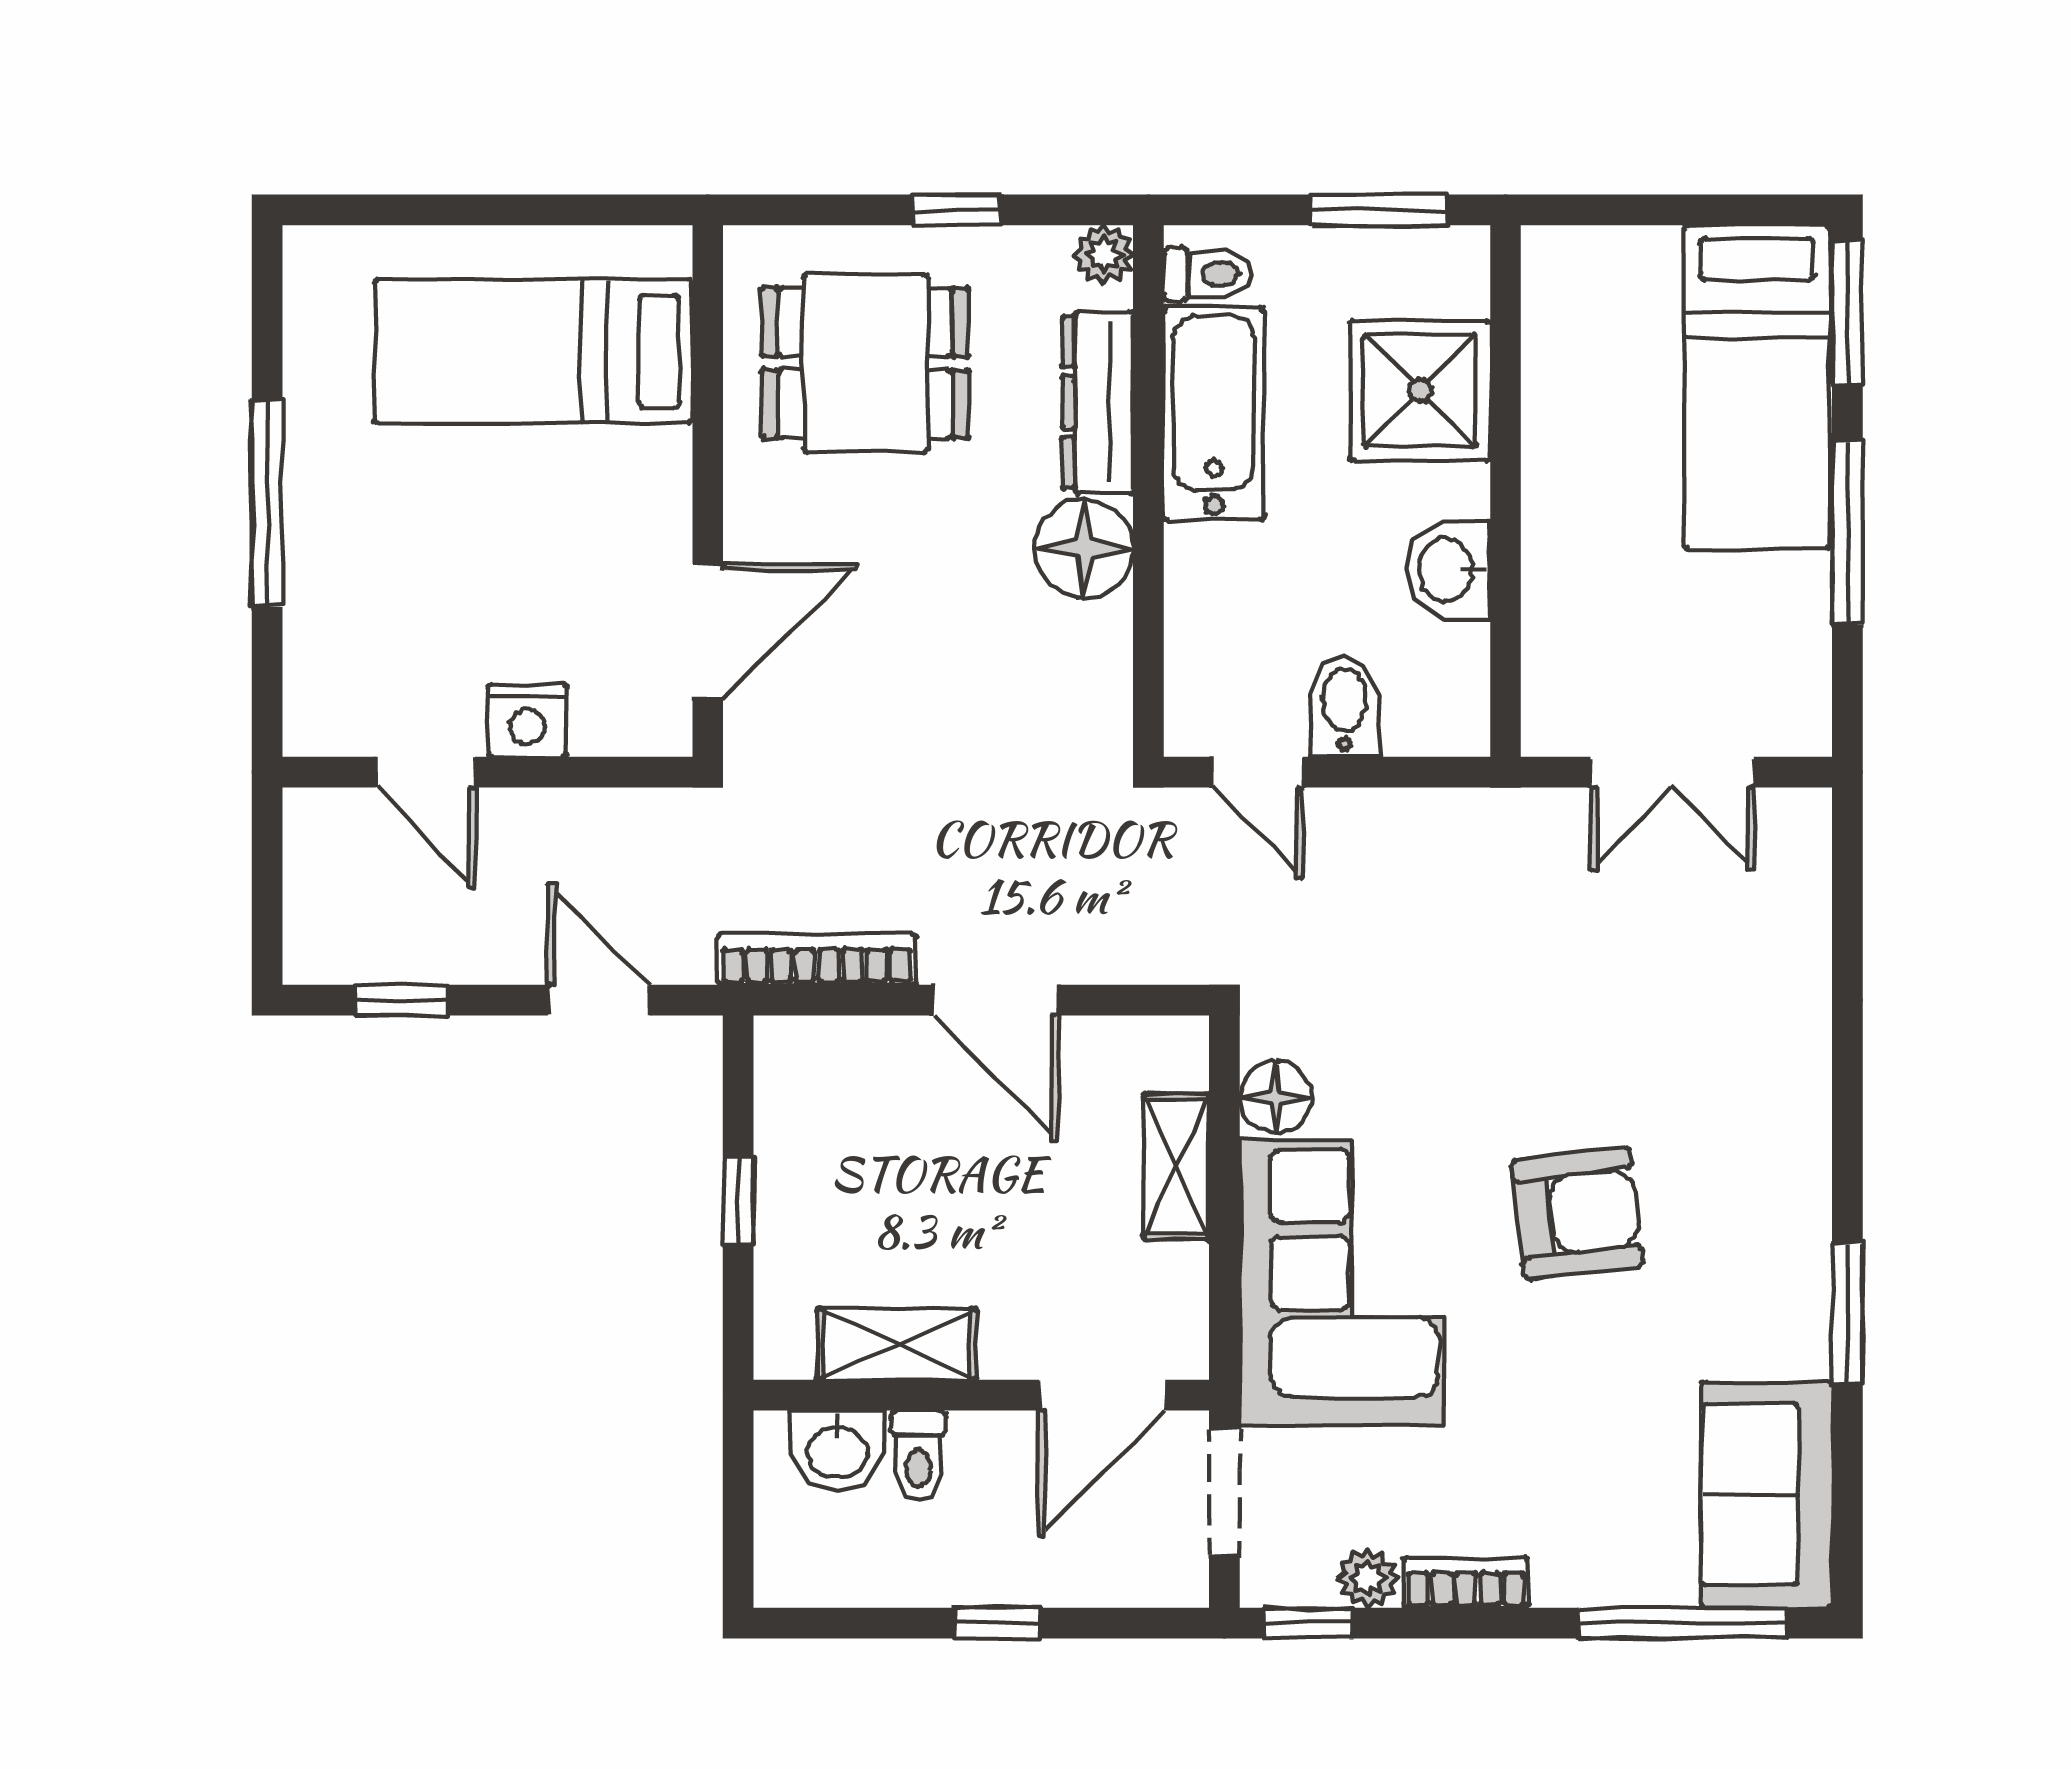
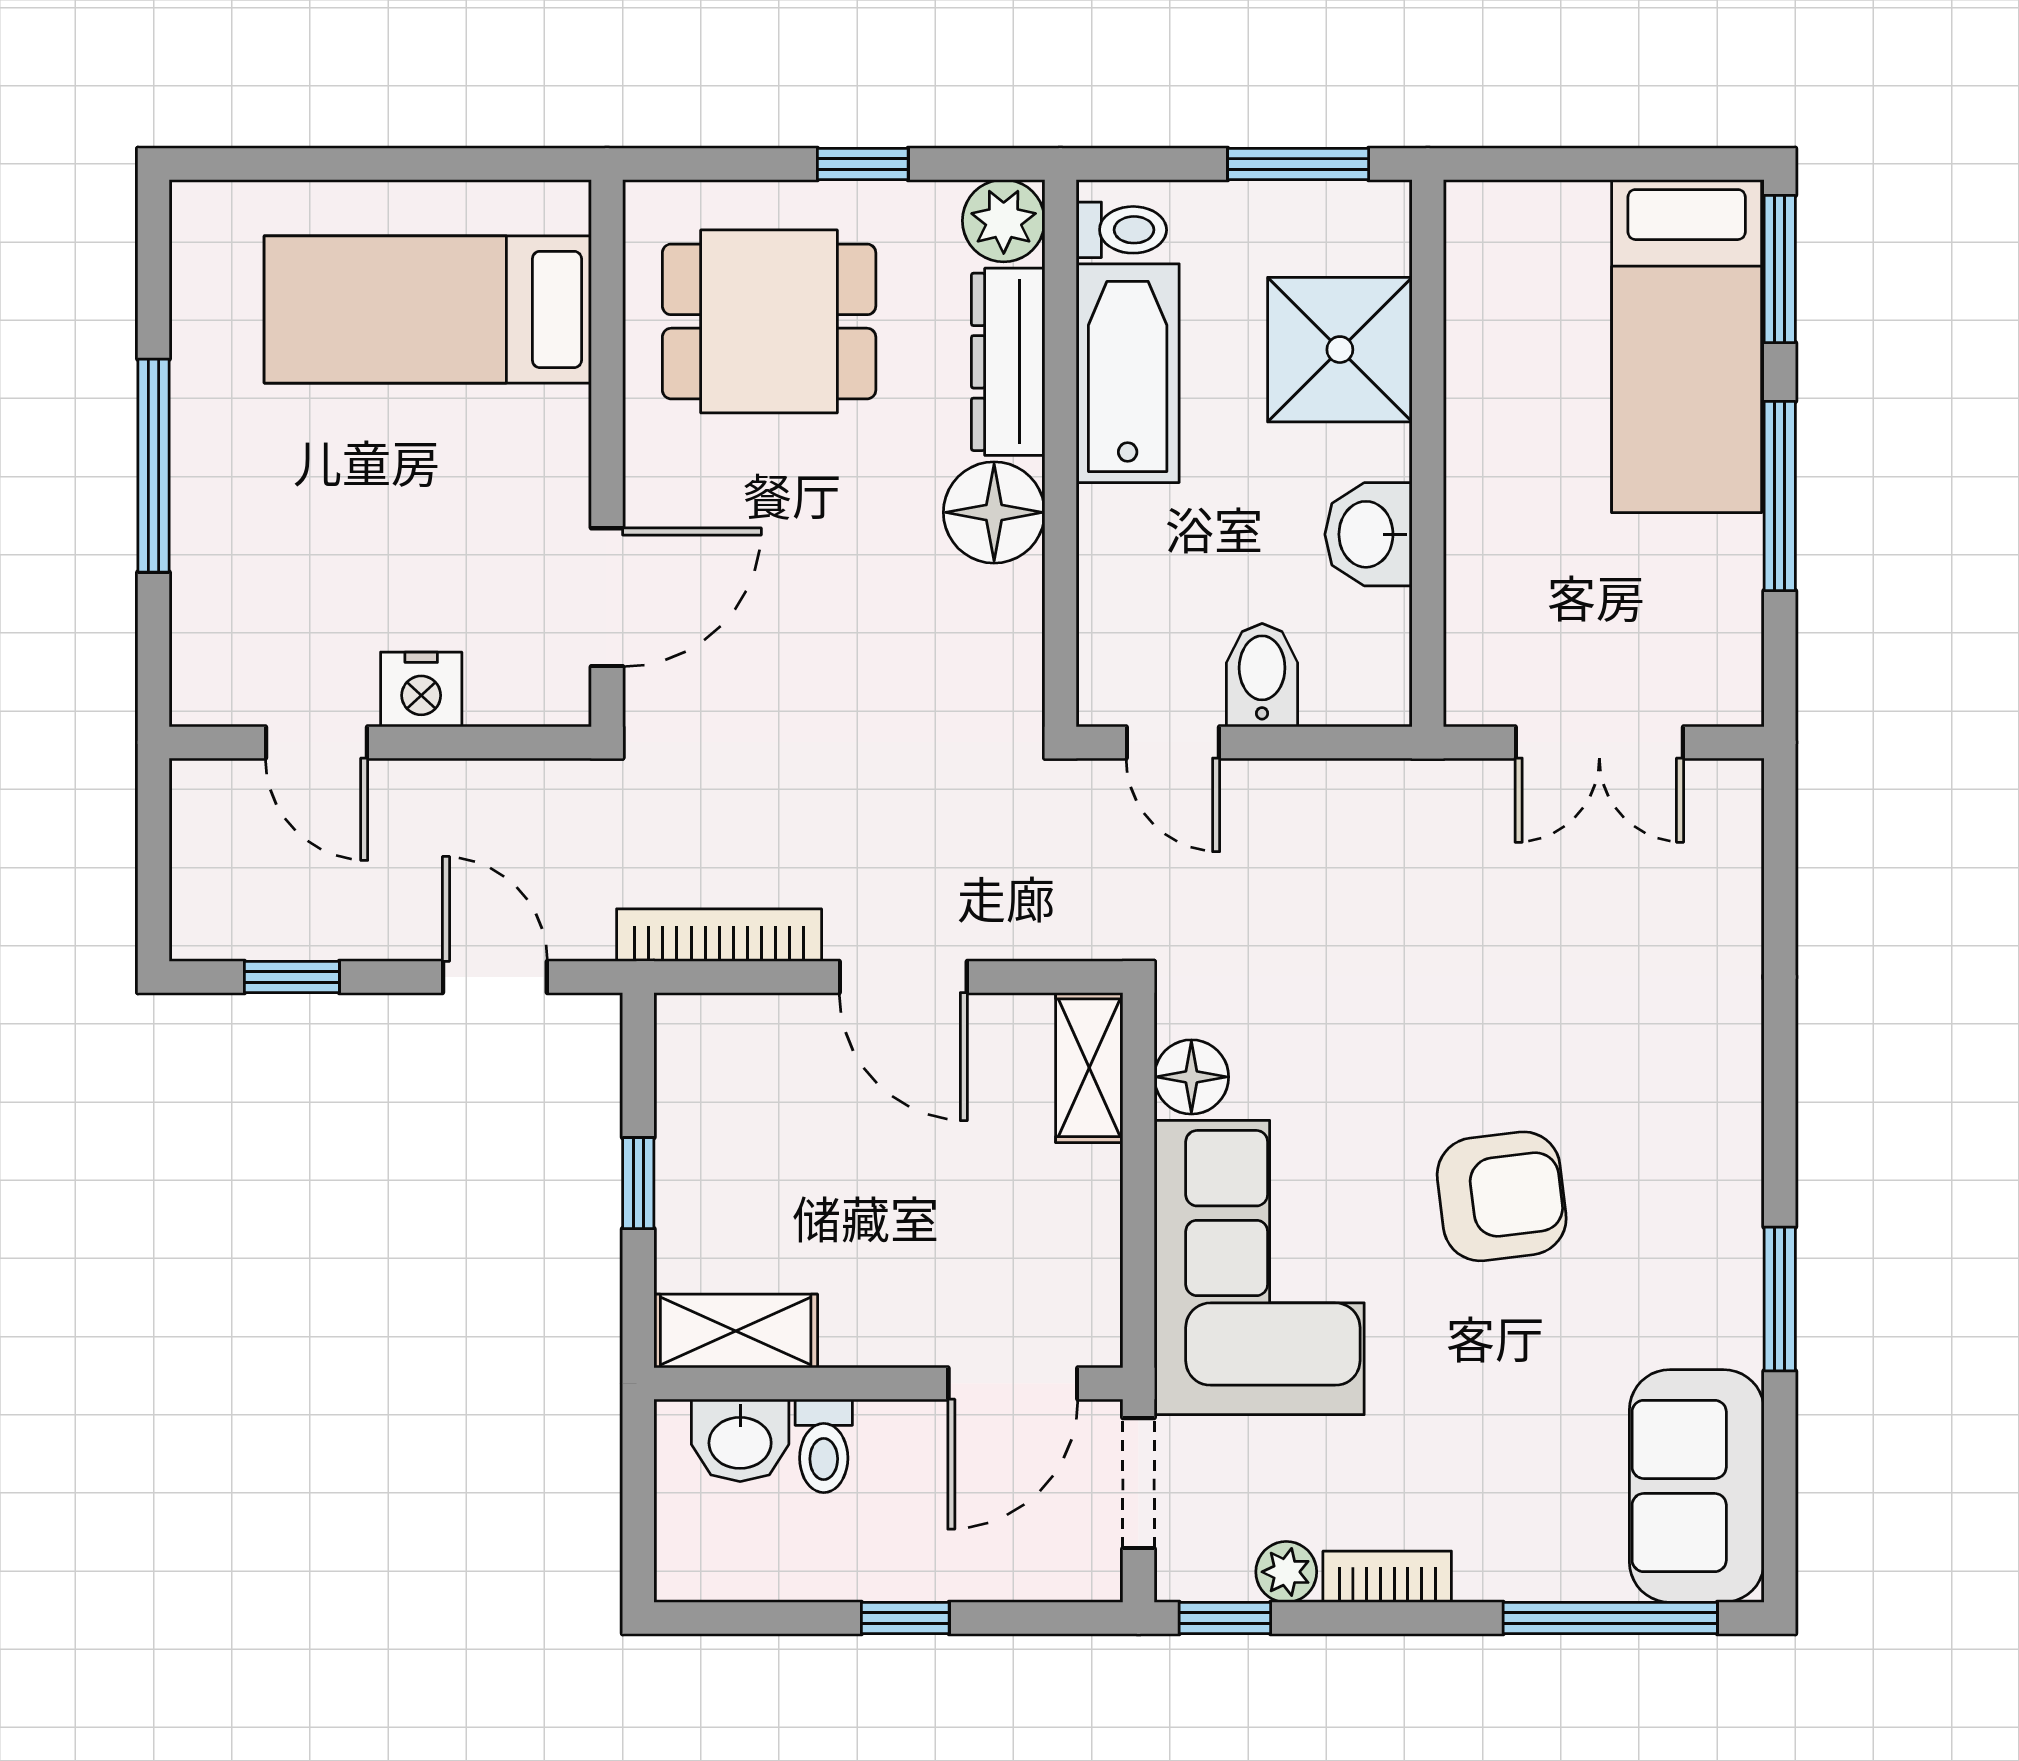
plant: (1104, 254) -> (1004, 221), width x1.38, depth x1.38
shelving: (1176, 1167) -> (1089, 1068), moved
shelving: (896, 1344) -> (736, 1331), moved

